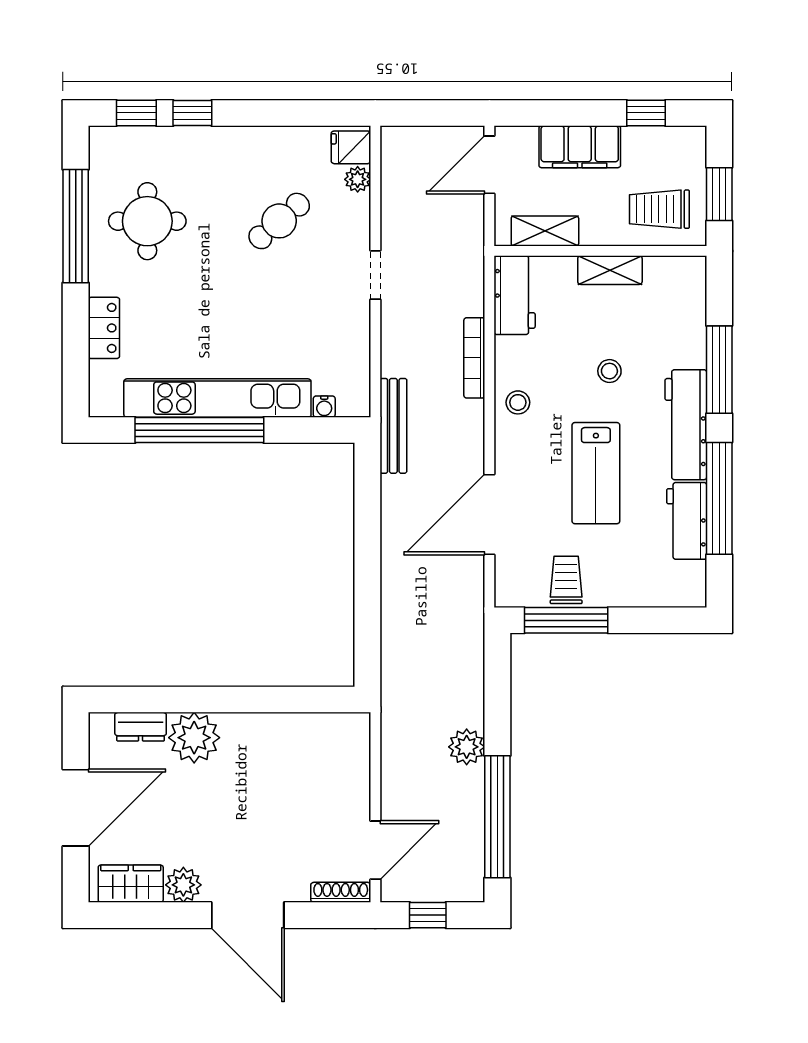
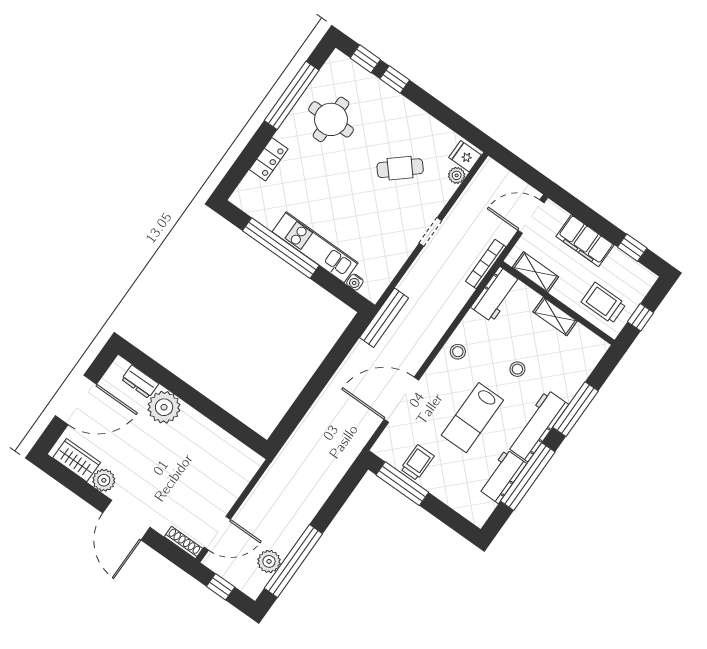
window: (719, 194) -> (640, 317), width x0.67
bookcase: (474, 358) -> (486, 264), moved
kitchen unit: (217, 398) -> (315, 247), width x0.73
plant: (467, 747) -> (269, 561), moved

